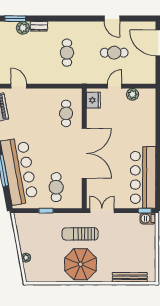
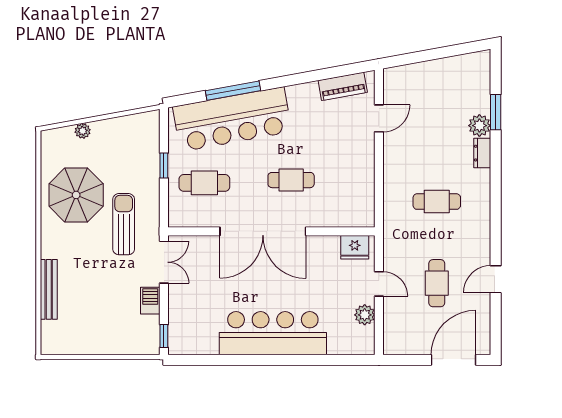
cafe table: (66, 113) -> (291, 180), moved
bar counter: (143, 177) -> (273, 333), moved
barbecue: (148, 219) -> (150, 301), moved
parasol: (81, 264) -> (76, 195), moved
bench: (130, 277) -> (49, 289), moved

